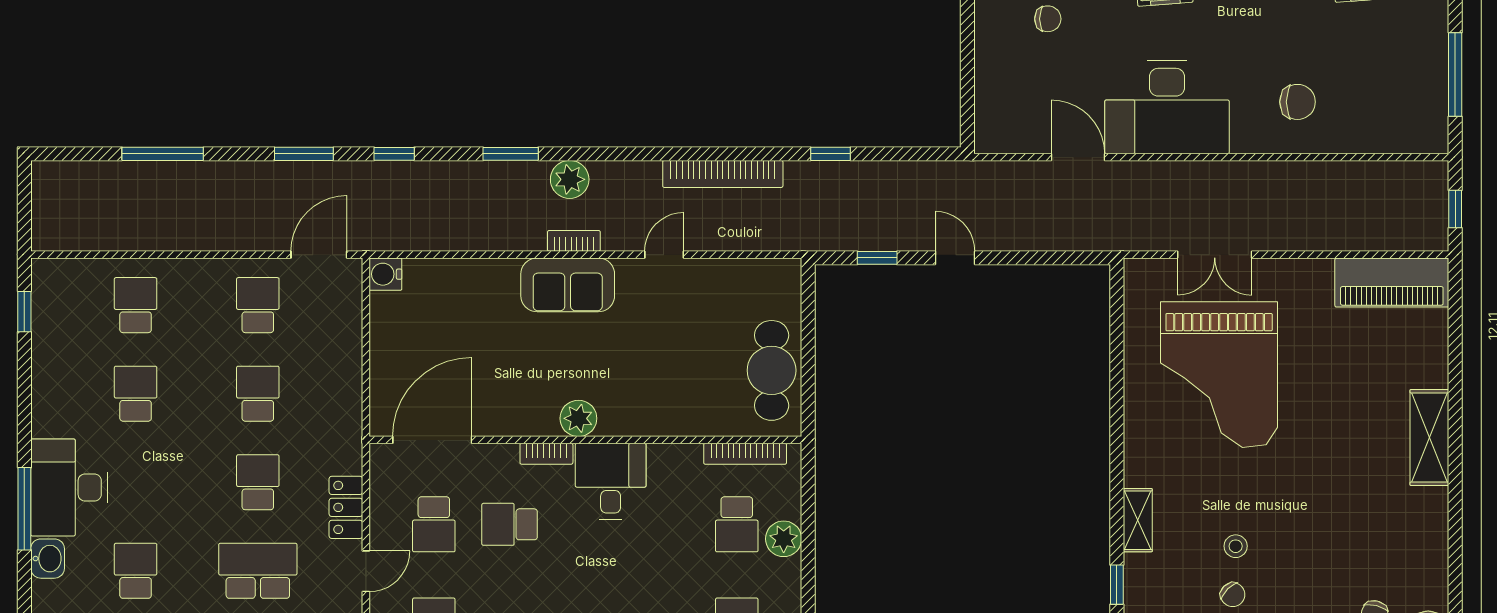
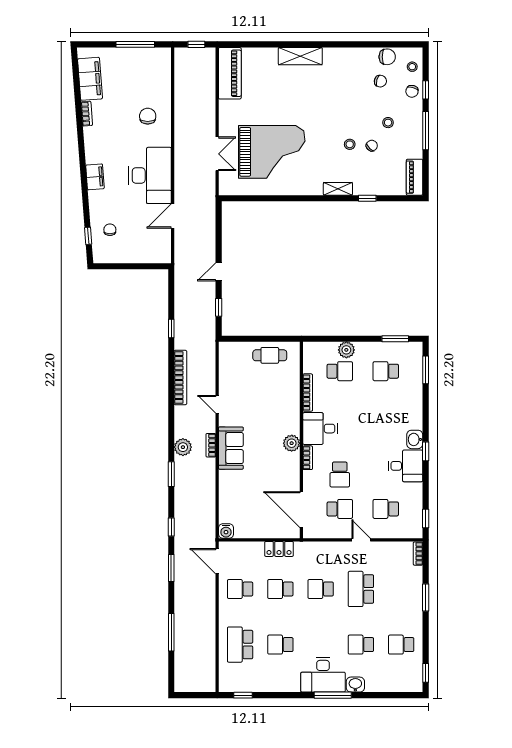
school desk: (136, 305) -> (240, 645), width x1.85
cafe table: (772, 370) -> (270, 355), width x0.73, depth x0.74
bookcase: (745, 454) -> (308, 393), moved
locker: (346, 507) -> (279, 549), moved

